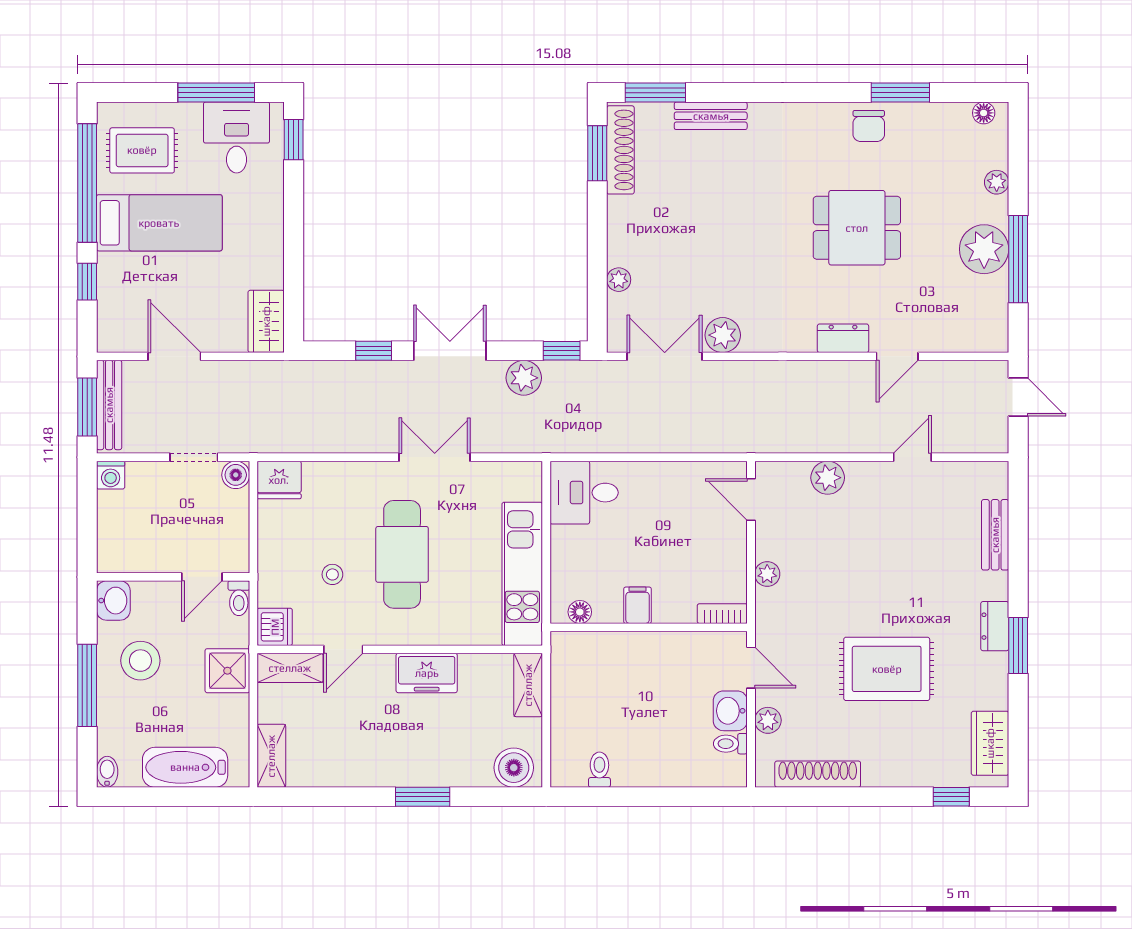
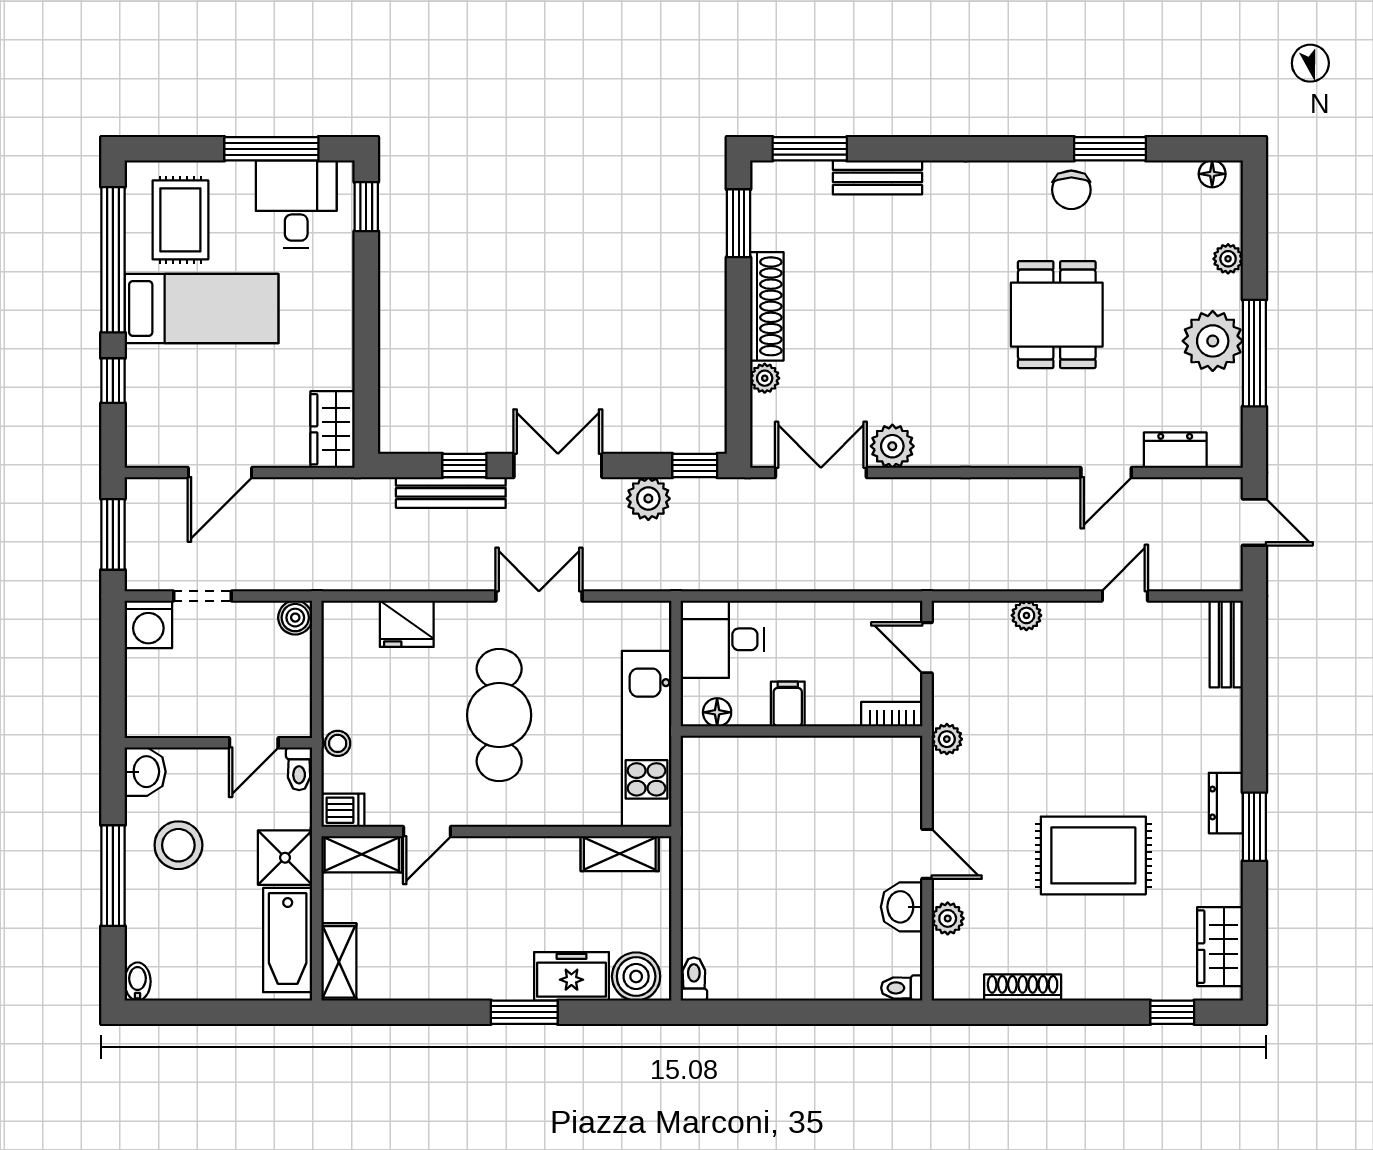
rug: (142, 150) -> (180, 220), turned 90
shoe rack: (620, 150) -> (767, 306), moved
dining table: (857, 228) -> (1057, 315), turned 90
dresser: (843, 338) -> (1175, 450), moved
door: (174, 356) -> (220, 472), swing flipped
bench: (109, 405) -> (451, 492), moved, turned 90
doorway: (194, 457) -> (202, 596), moved
washing machine: (111, 475) -> (148, 624), width x1.38, depth x1.38
plant: (828, 478) -> (1026, 615), width x0.73, depth x0.73
fridge: (279, 480) -> (407, 624), moved
bench: (995, 535) -> (1226, 644), moved
stool: (332, 574) -> (338, 743), moved
filing cabinet: (638, 605) -> (788, 704), moved
floor lamp: (580, 612) -> (717, 712), moved
bookcase: (722, 614) -> (892, 714), moved
dishwasher: (275, 627) -> (343, 810), width x0.73
wall: (649, 627) -> (801, 731), moved
freezer: (427, 673) -> (571, 976), moved, turned 180
shelving: (528, 685) -> (620, 854), moved, turned 90
toilet: (730, 744) -> (902, 988), moved
bathtub: (185, 767) -> (288, 940), moved, turned -90
toilet: (599, 770) -> (694, 979), moved
shoe rack: (818, 774) -> (1023, 988), width x0.74, depth x0.81

